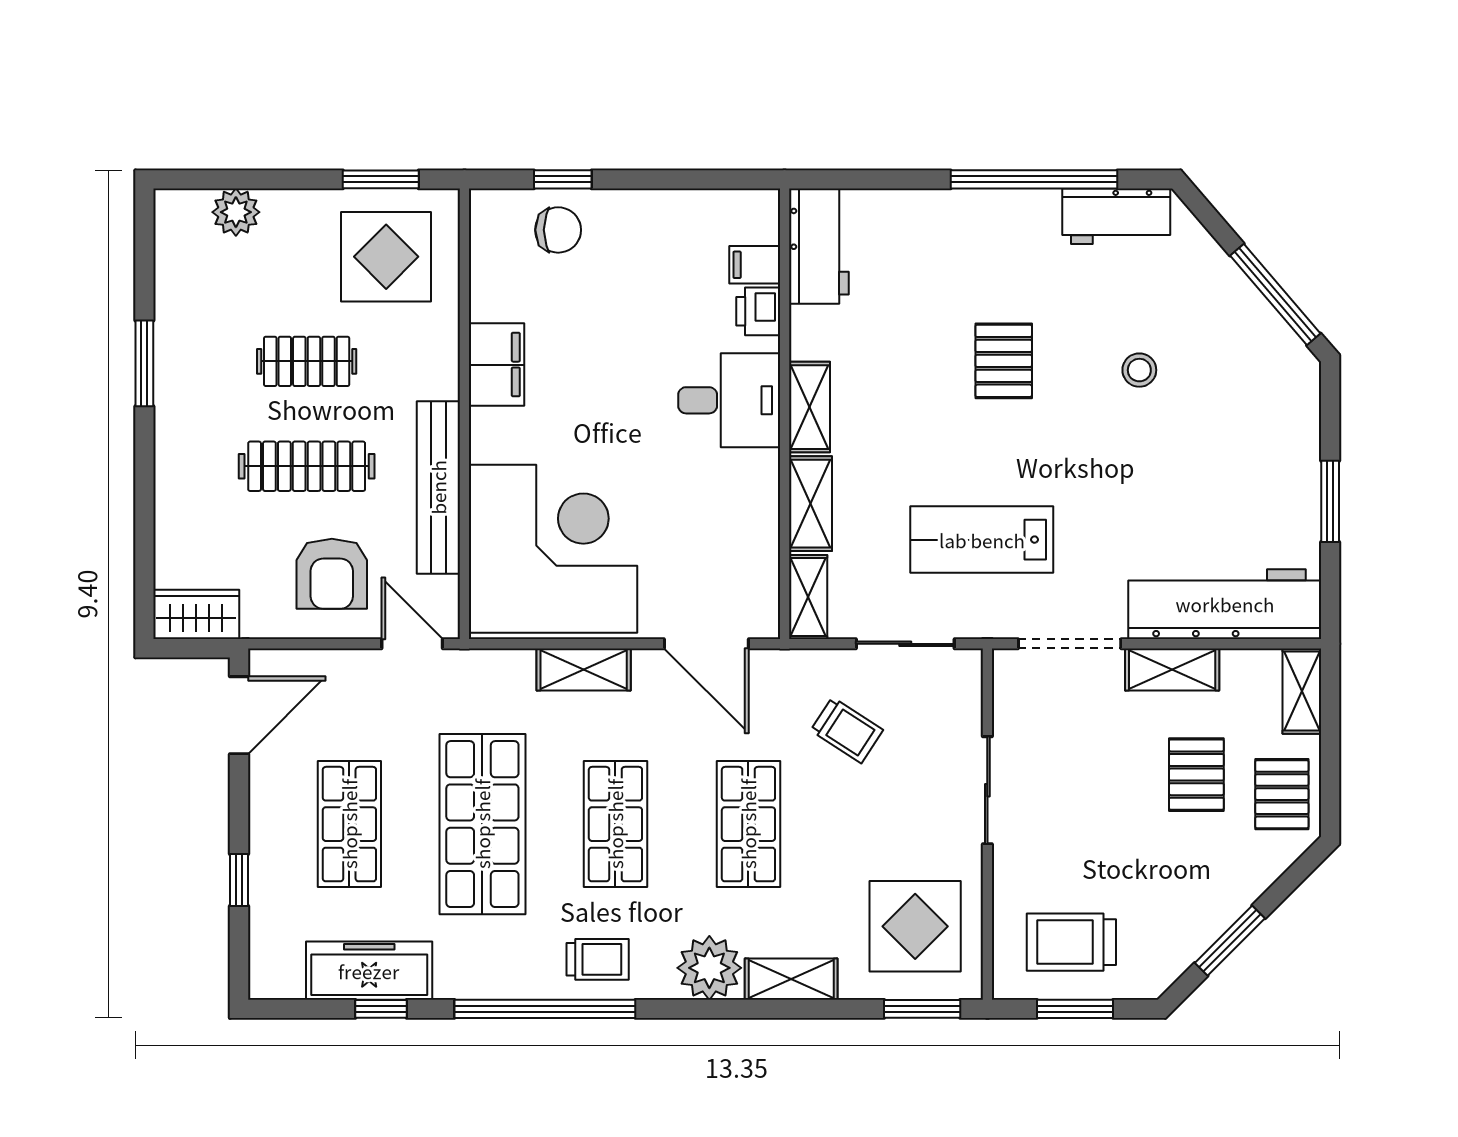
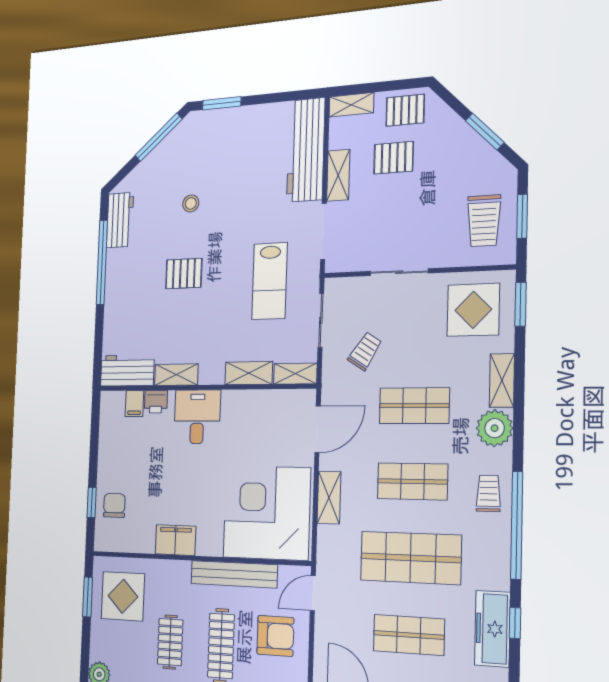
shelving: (809, 407) -> (176, 375), moved
window: (1330, 501) -> (222, 103), moved

